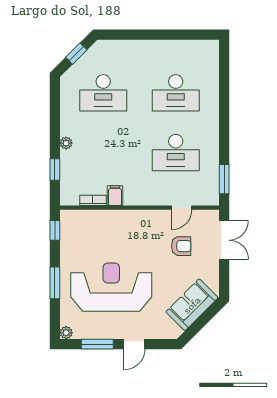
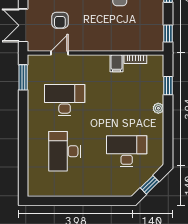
desk: (176, 93) -> (65, 151), turned -90
armchair: (181, 246) -> (60, 20), turned -90

